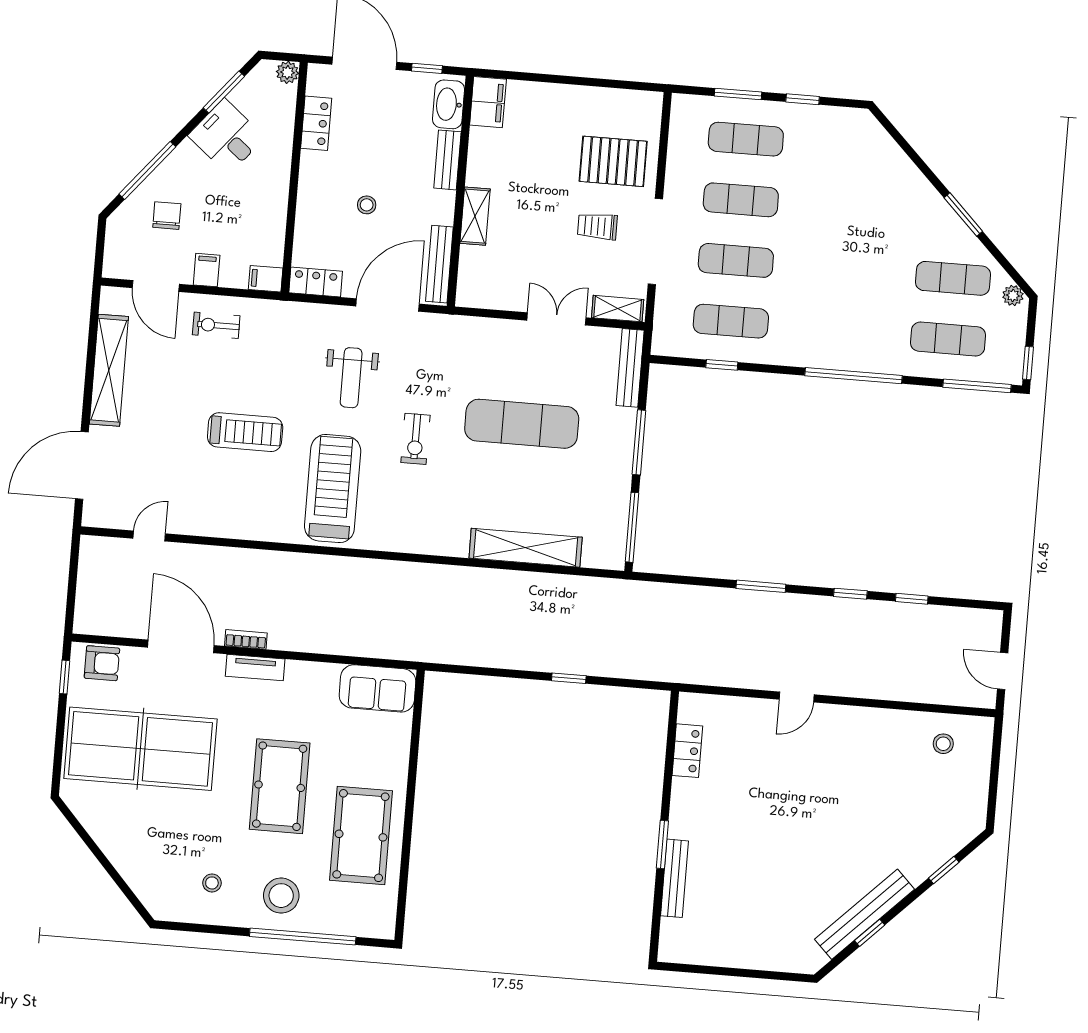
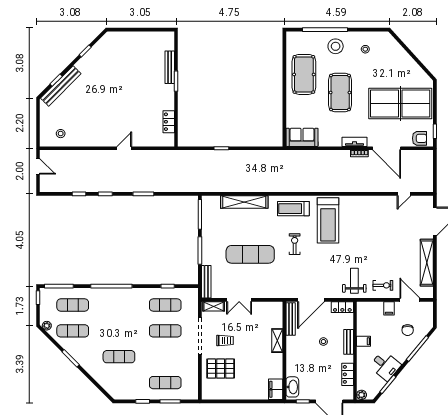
bench: (447, 160) -> (349, 342), moved
exercise mat: (741, 200) -> (119, 357), moved
filing cabinet: (266, 279) -> (364, 341), moved
weight bench: (351, 378) -> (354, 281), moved
treadmill: (245, 432) -> (293, 209), moved
armchair: (102, 663) -> (420, 138), turned 180
bench: (865, 914) -> (61, 86), moved

